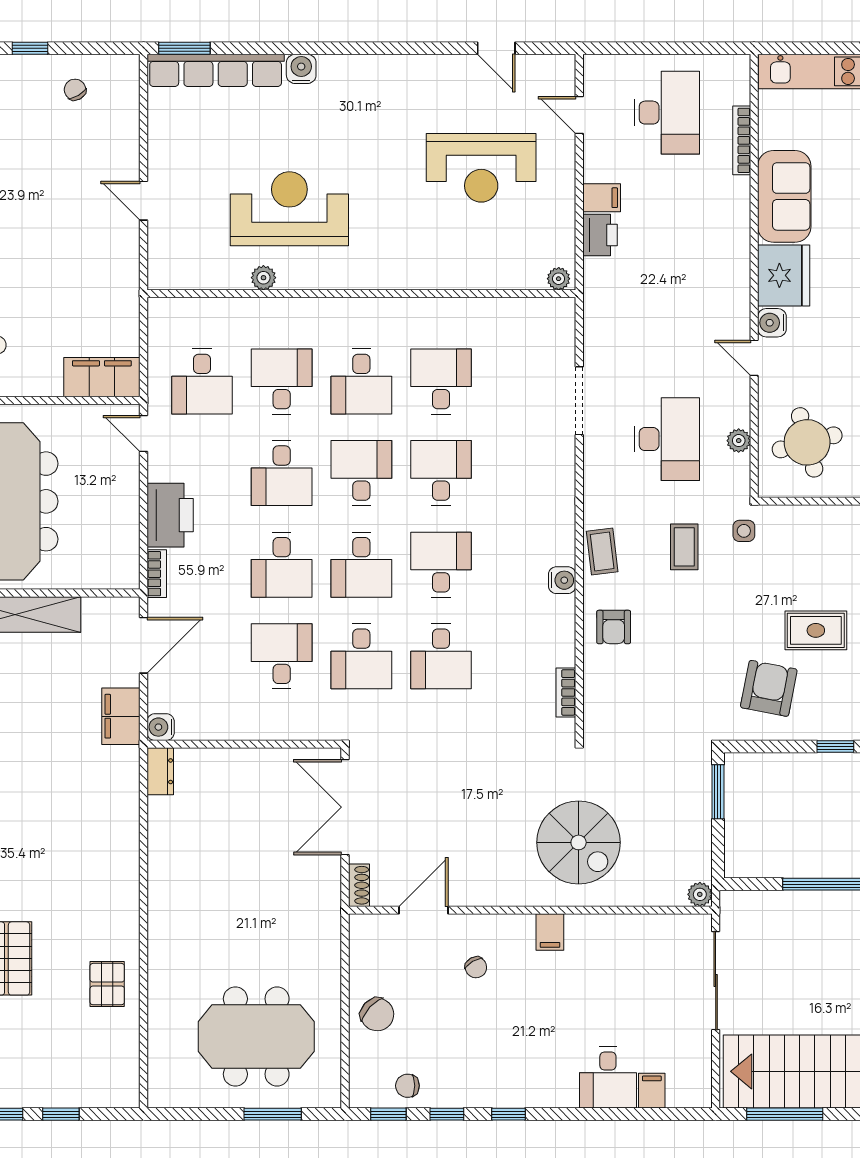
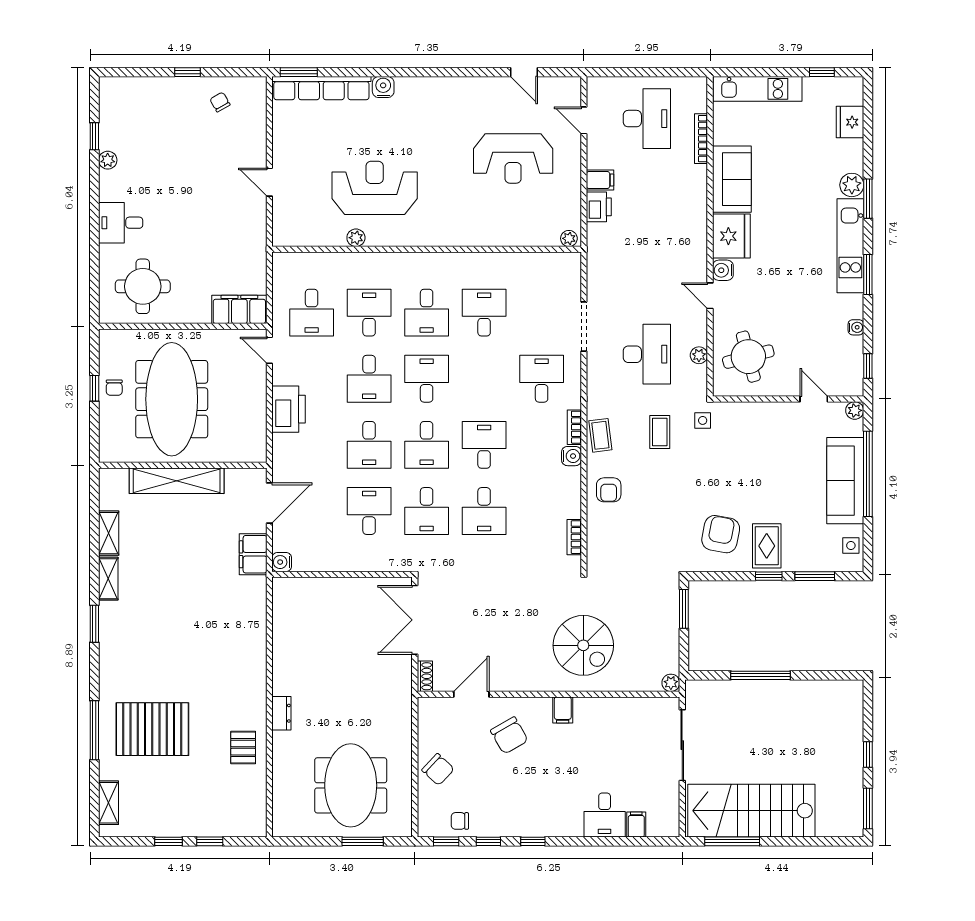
desk: (441, 473) -> (542, 379), moved
bookcase: (157, 574) -> (574, 427), moved, turned 180
rug: (816, 630) -> (767, 546), moved, turned 90
dresser: (160, 771) -> (281, 713), moved
chair: (476, 967) -> (509, 735), width x1.87, depth x1.87
meeting table: (256, 1036) -> (351, 785), turned 90

